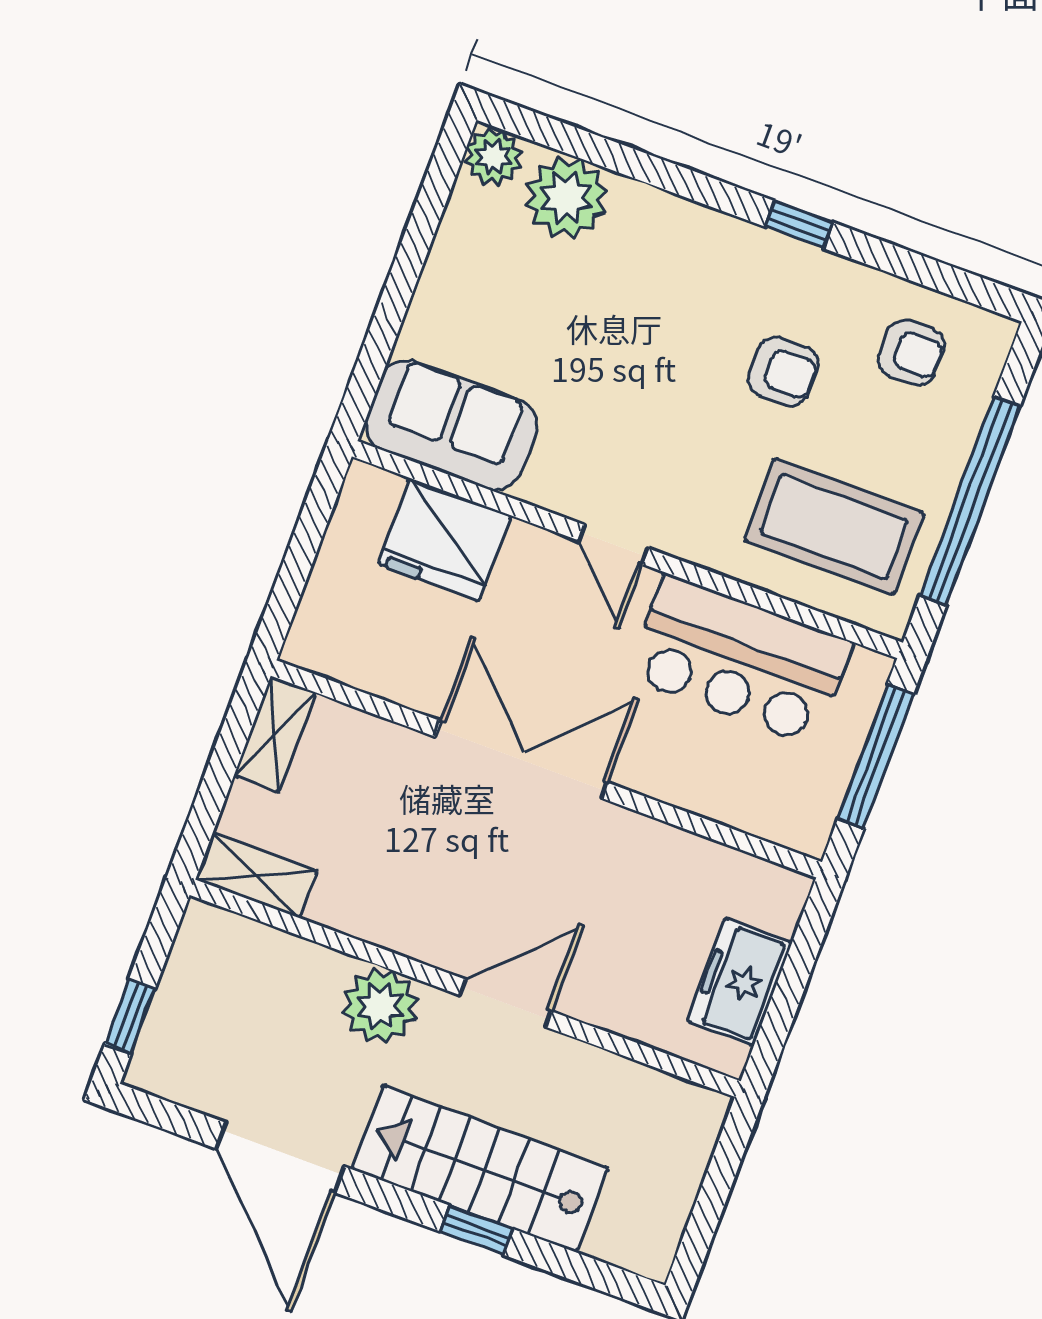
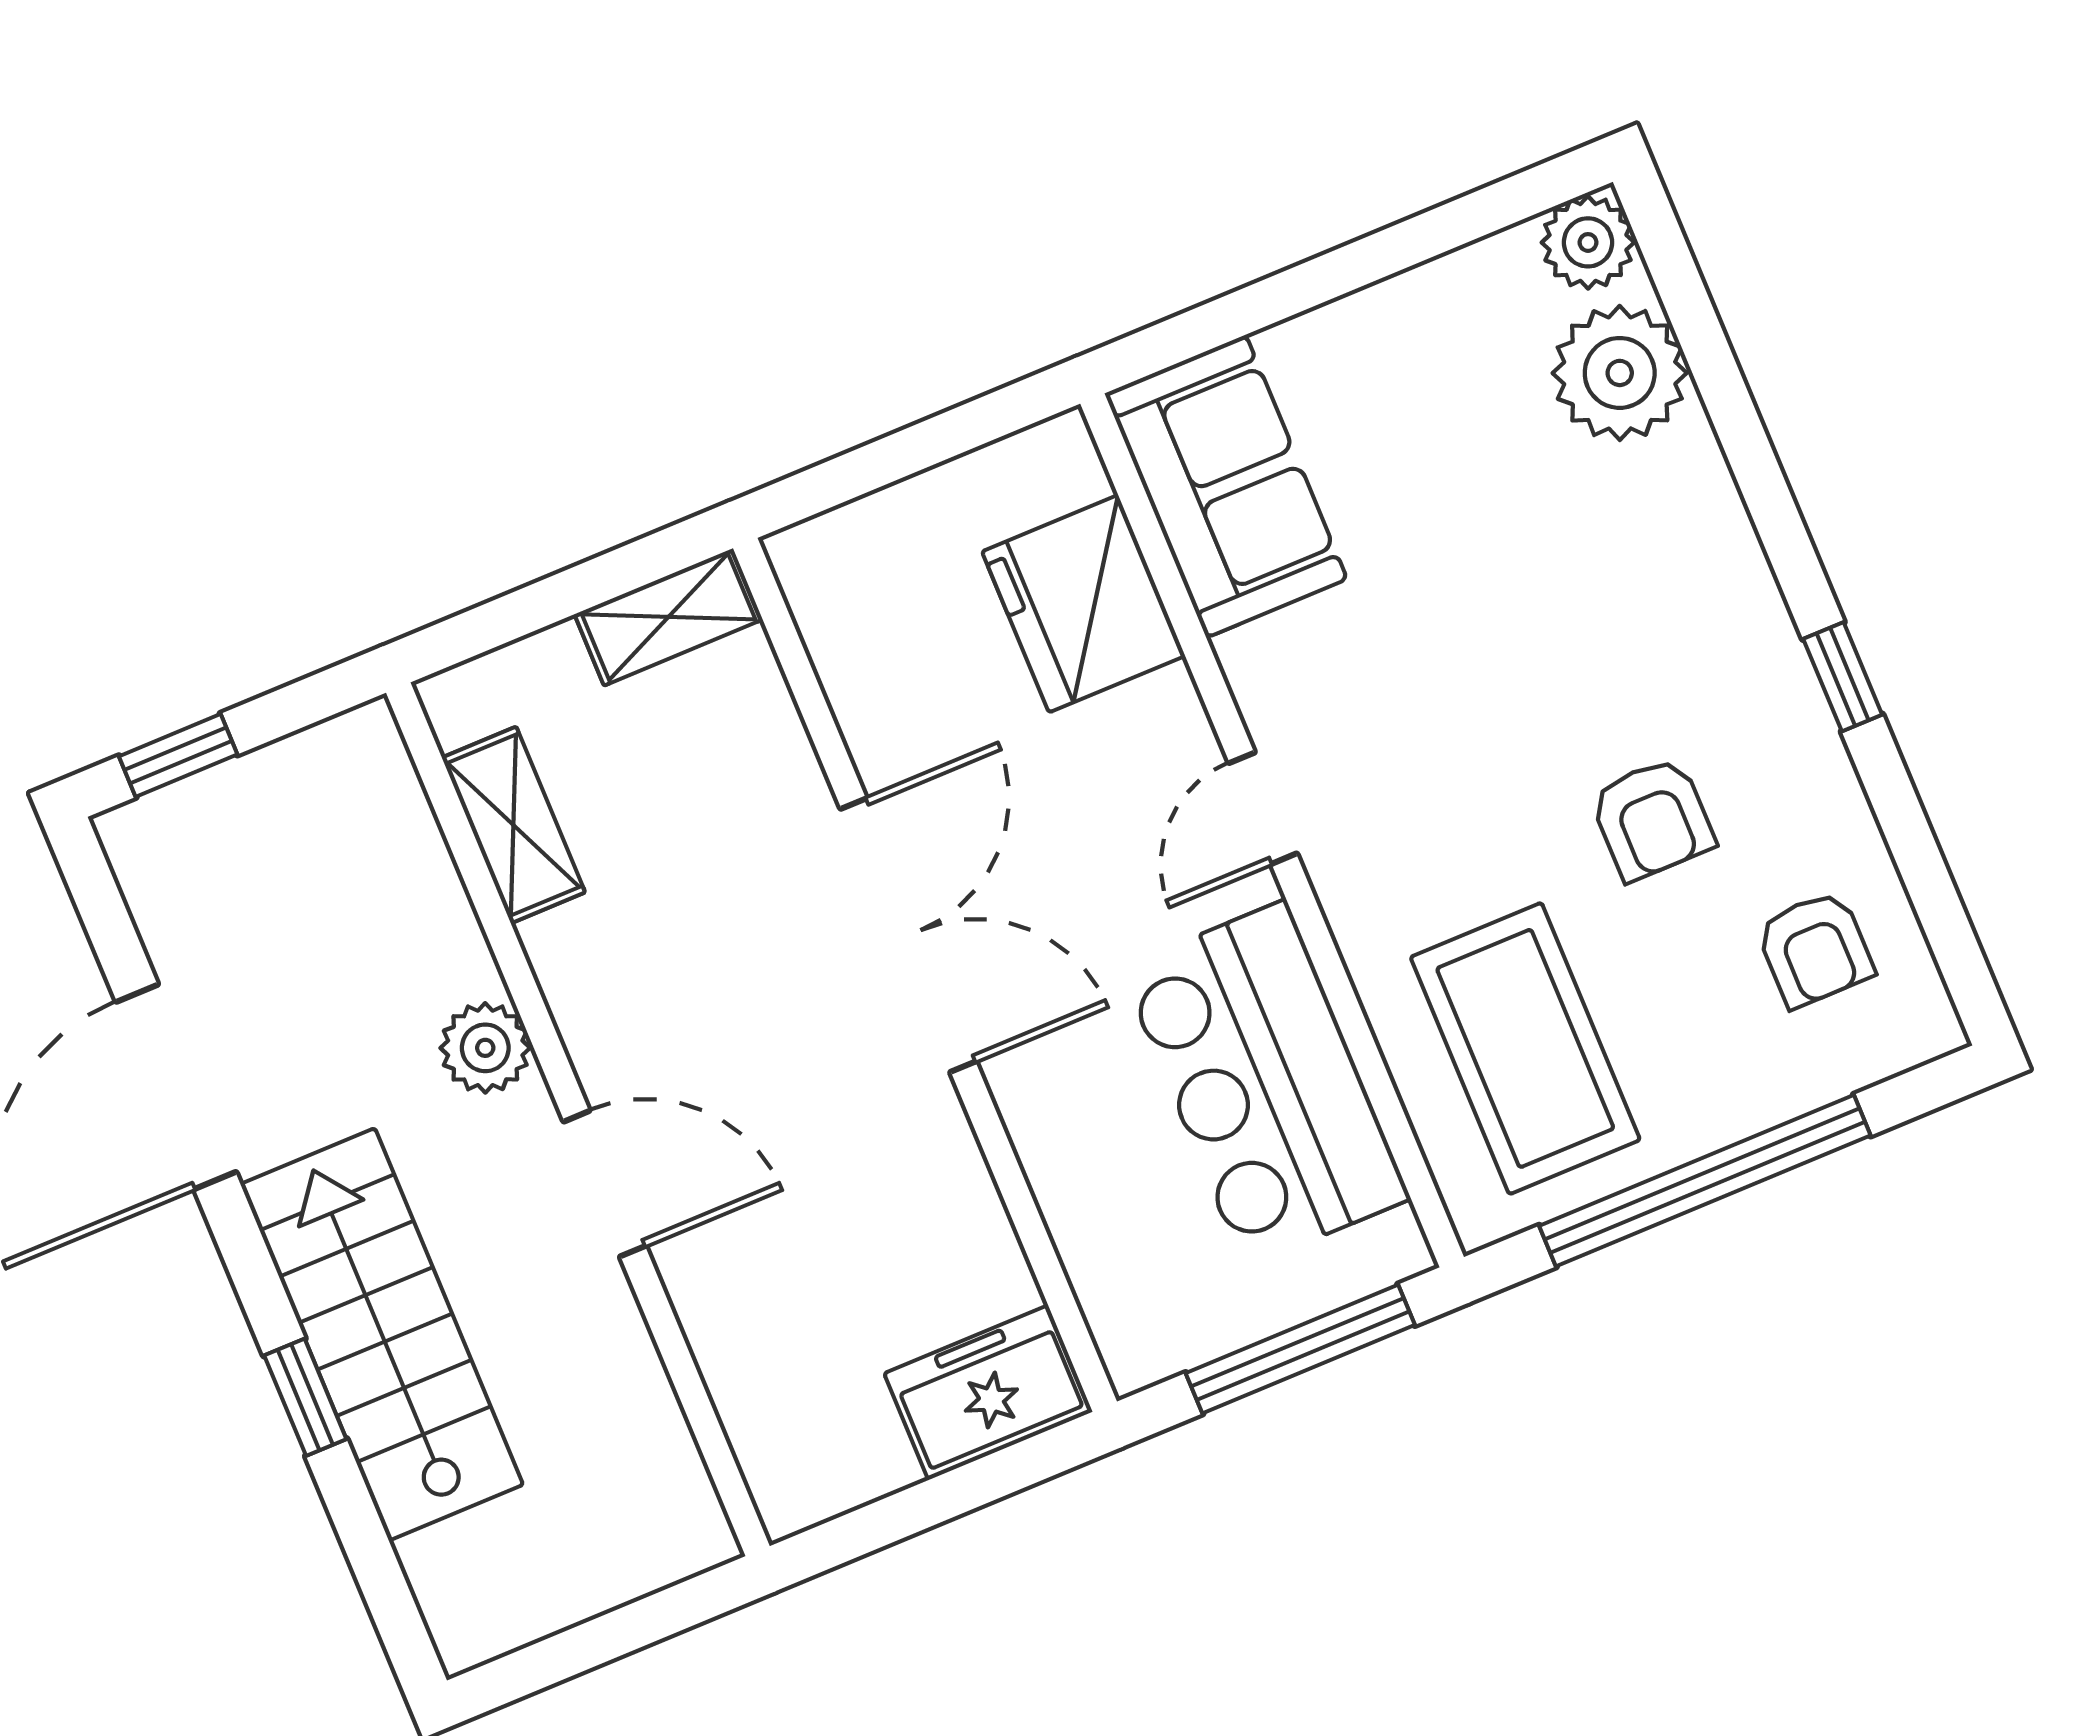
shelving: (256, 875) -> (513, 825), moved
freezer: (739, 982) -> (988, 1393), moved
plant: (380, 1006) -> (485, 1048), width x0.73, depth x0.73

